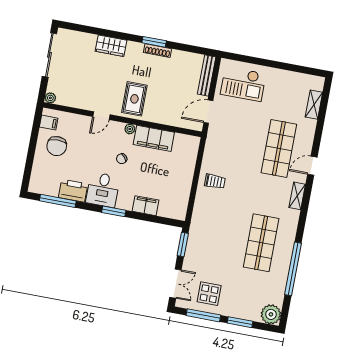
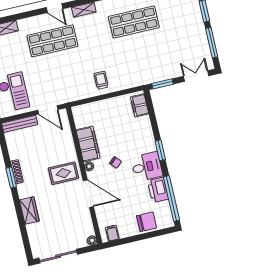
door: (101, 116) -> (88, 194), width x1.87
chair: (57, 146) -> (147, 222), moved
window: (58, 201) -> (171, 198), width x1.46
filing cabinet: (145, 206) -> (140, 105), moved
display table: (209, 294) -> (192, 46), removed

